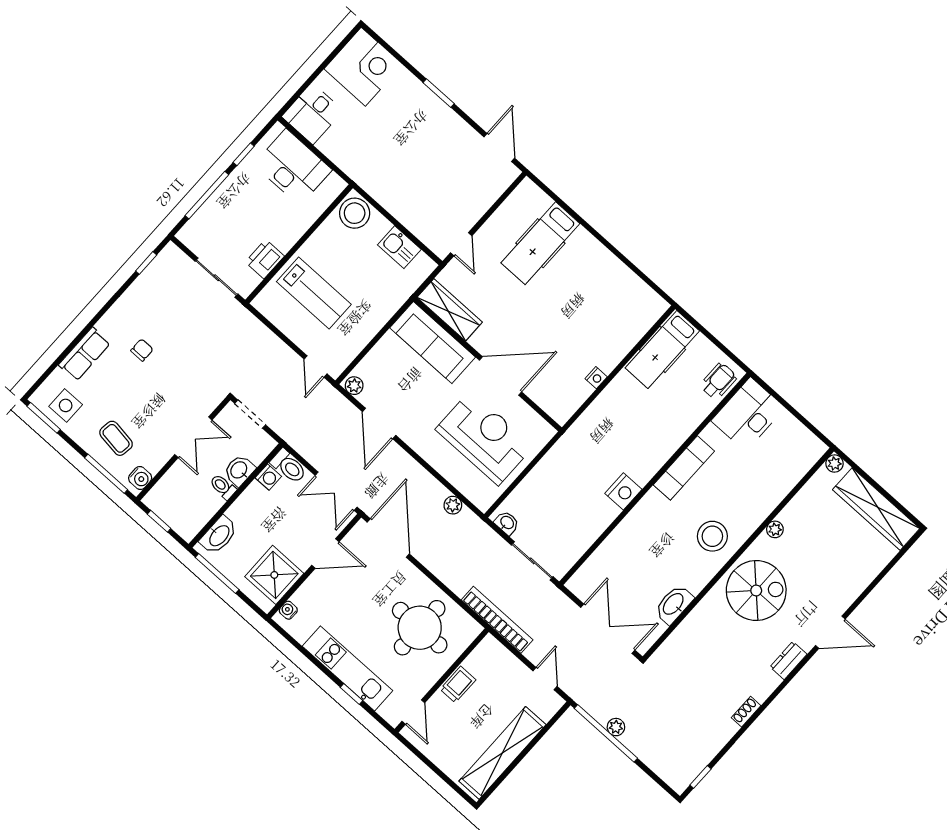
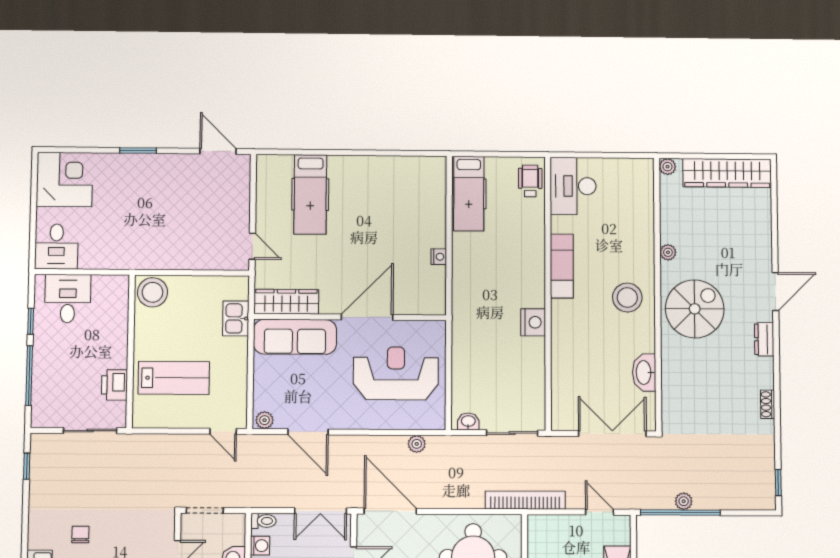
desk: (293, 167) -> (68, 299), width x0.73
kitchen sink: (399, 247) -> (236, 318), moved, turned 90
toilet: (289, 466) -> (263, 521), width x0.73, depth x0.72

